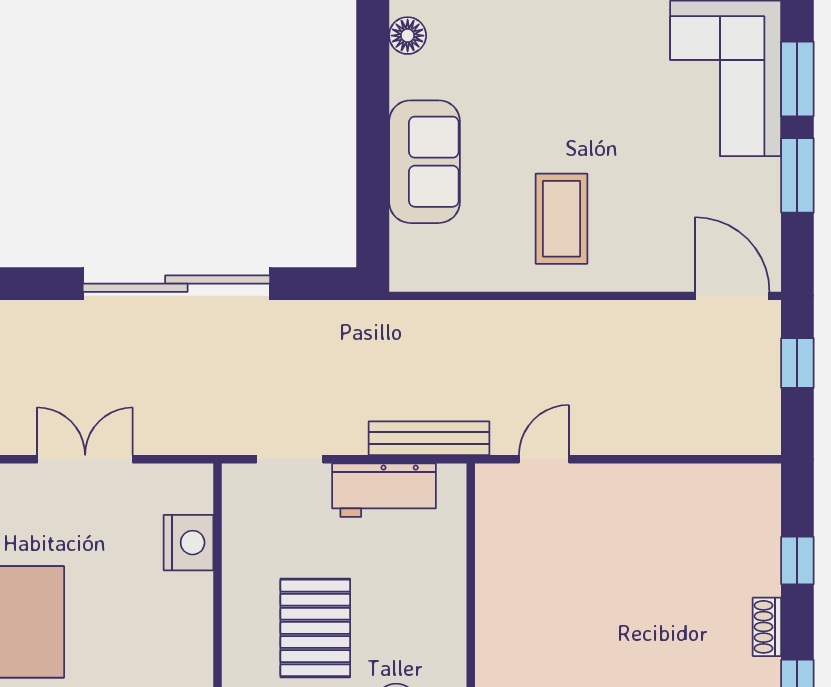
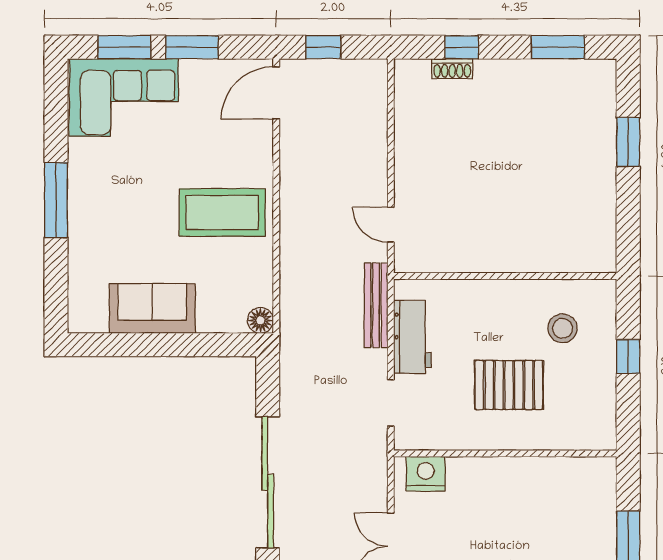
floor lamp: (408, 36) -> (260, 320), moved
sofa: (425, 162) -> (152, 308), moved
coffee table: (561, 219) -> (222, 212), width x1.36, depth x1.32
nightstand: (189, 543) -> (426, 474), moved
shoe rack: (767, 627) -> (452, 69), moved

